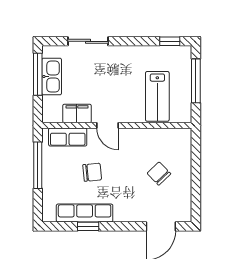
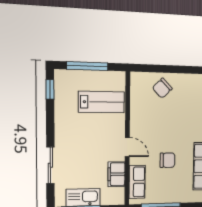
door: (107, 125) -> (127, 147), hinge flipped
chair: (92, 172) -> (167, 160), turned 95
chair: (159, 174) -> (162, 88), moved

